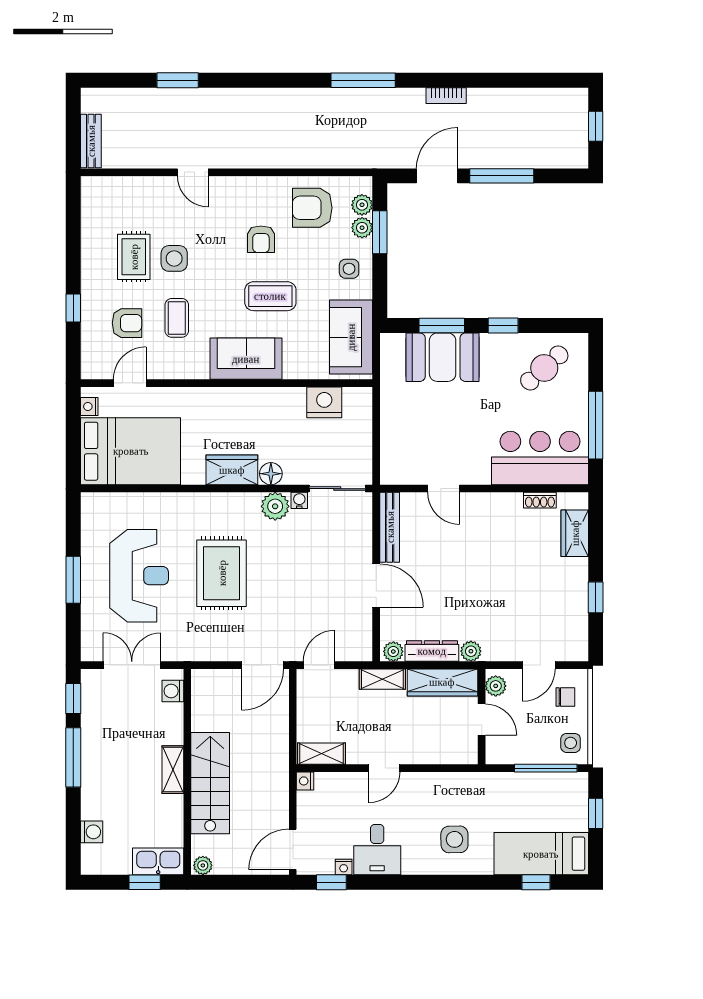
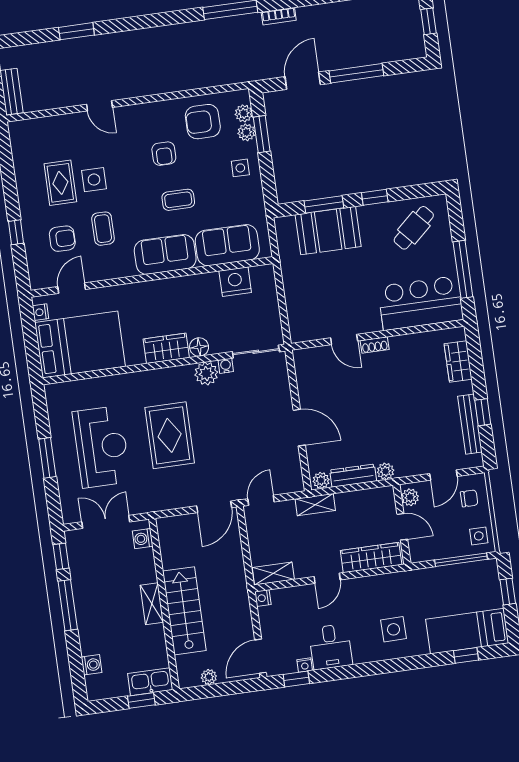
bookcase: (446, 96) -> (279, 16), moved
coffee table: (270, 296) -> (178, 200), width x0.73, depth x0.77
sofa: (351, 337) -> (227, 245), moved, turned 90
shoe rack: (540, 500) -> (375, 345), moved
bench: (390, 527) -> (470, 424), moved
wardrobe: (442, 682) -> (371, 558), moved, turned 180
plant: (203, 865) -> (209, 677), moved

